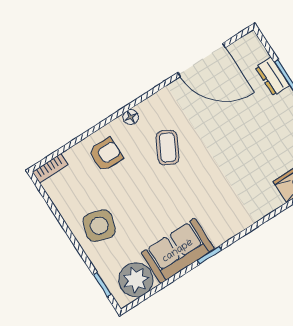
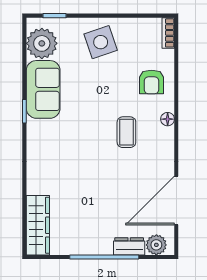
plant: (255, 52) -> (156, 245), added
coffee table: (168, 148) -> (126, 132), turned 62
side table: (99, 226) -> (101, 42), turned -36

